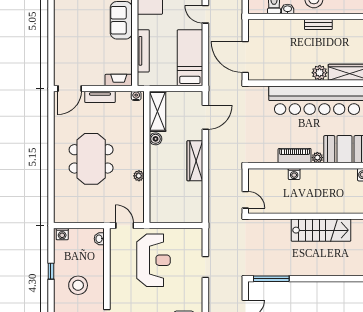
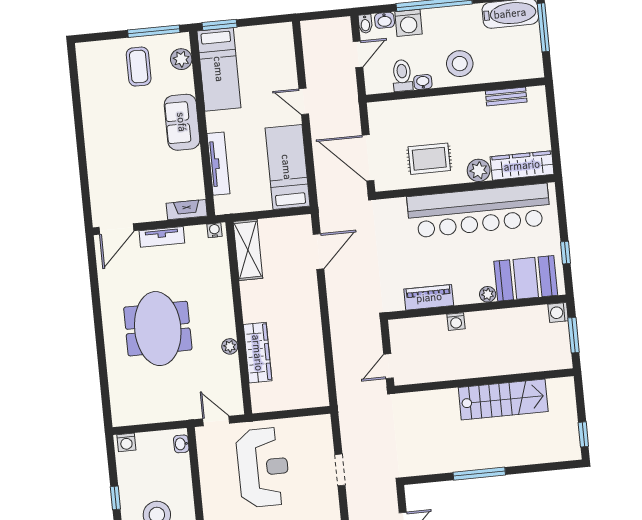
bench: (318, 24) -> (506, 97), moved
rug: (287, 62) -> (429, 159), added
boiler: (156, 139) -> (249, 290), removed
piano: (295, 156) -> (429, 297), moved
wardrobe: (195, 161) -> (258, 353), moved, turned 180
door: (245, 200) -> (389, 366), swing flipped
window: (271, 279) -> (479, 474), moved

